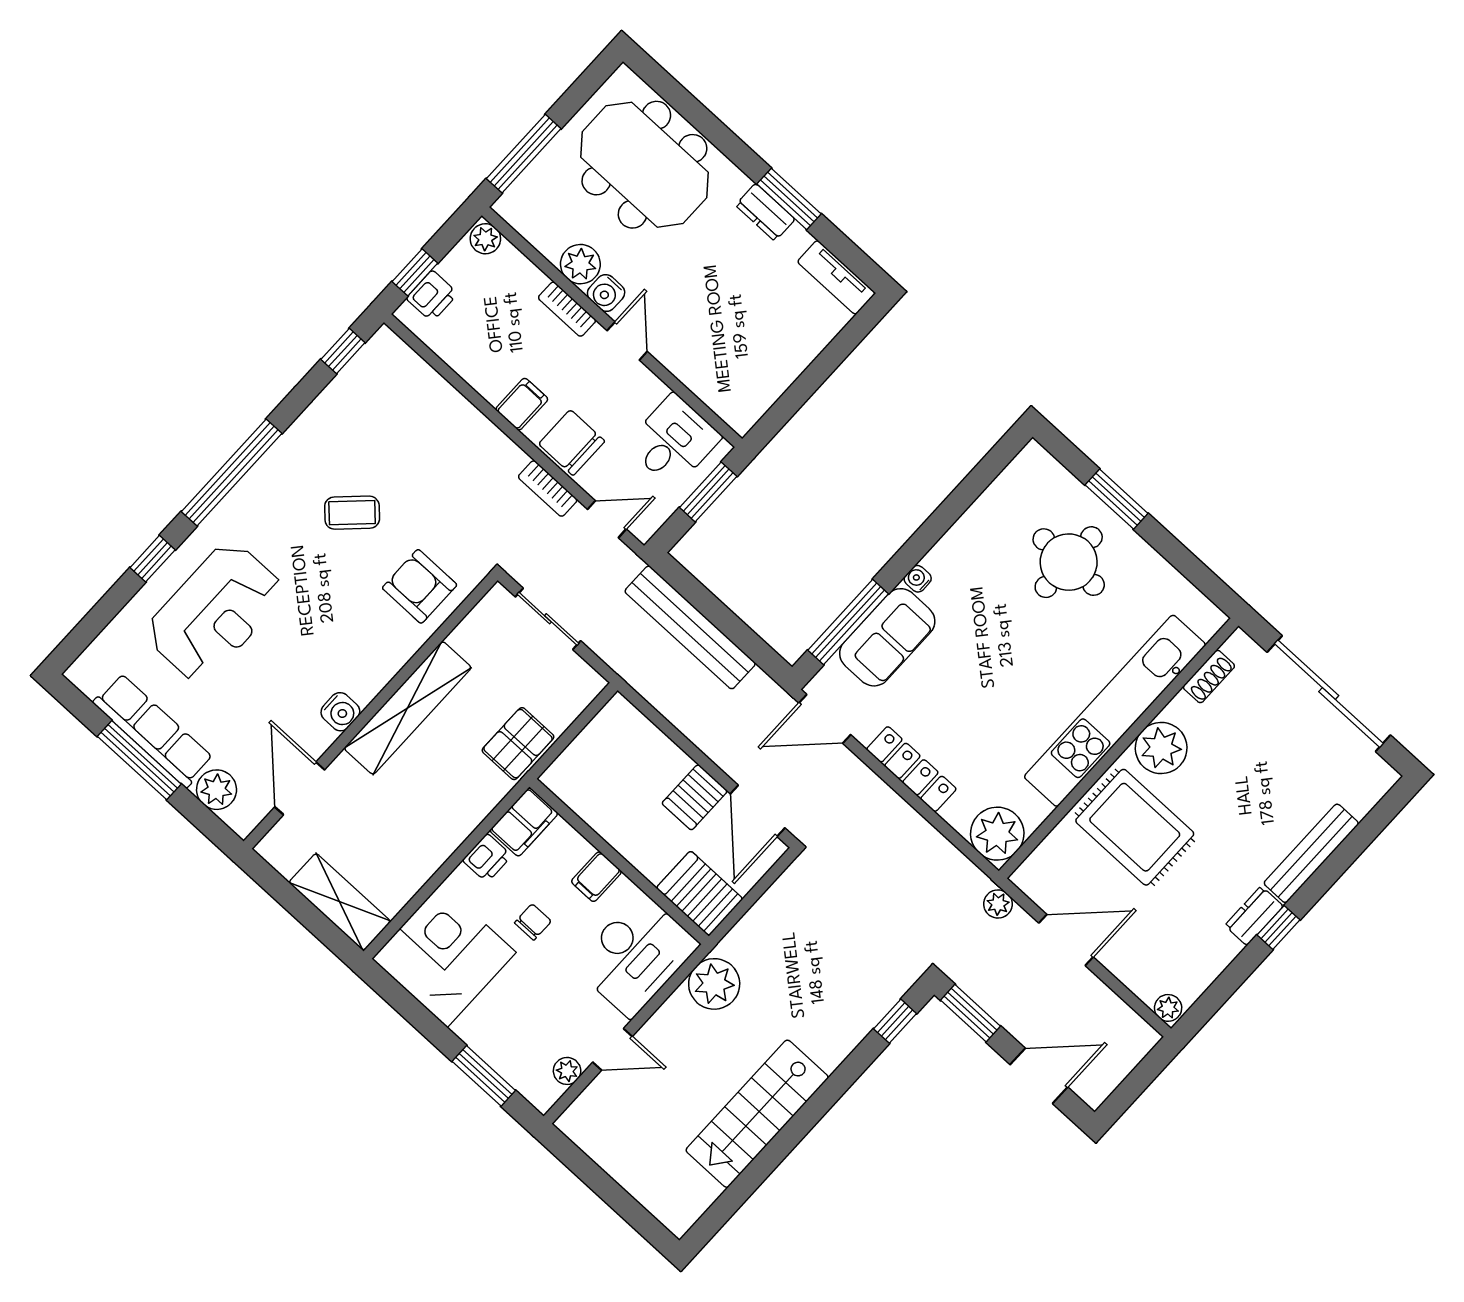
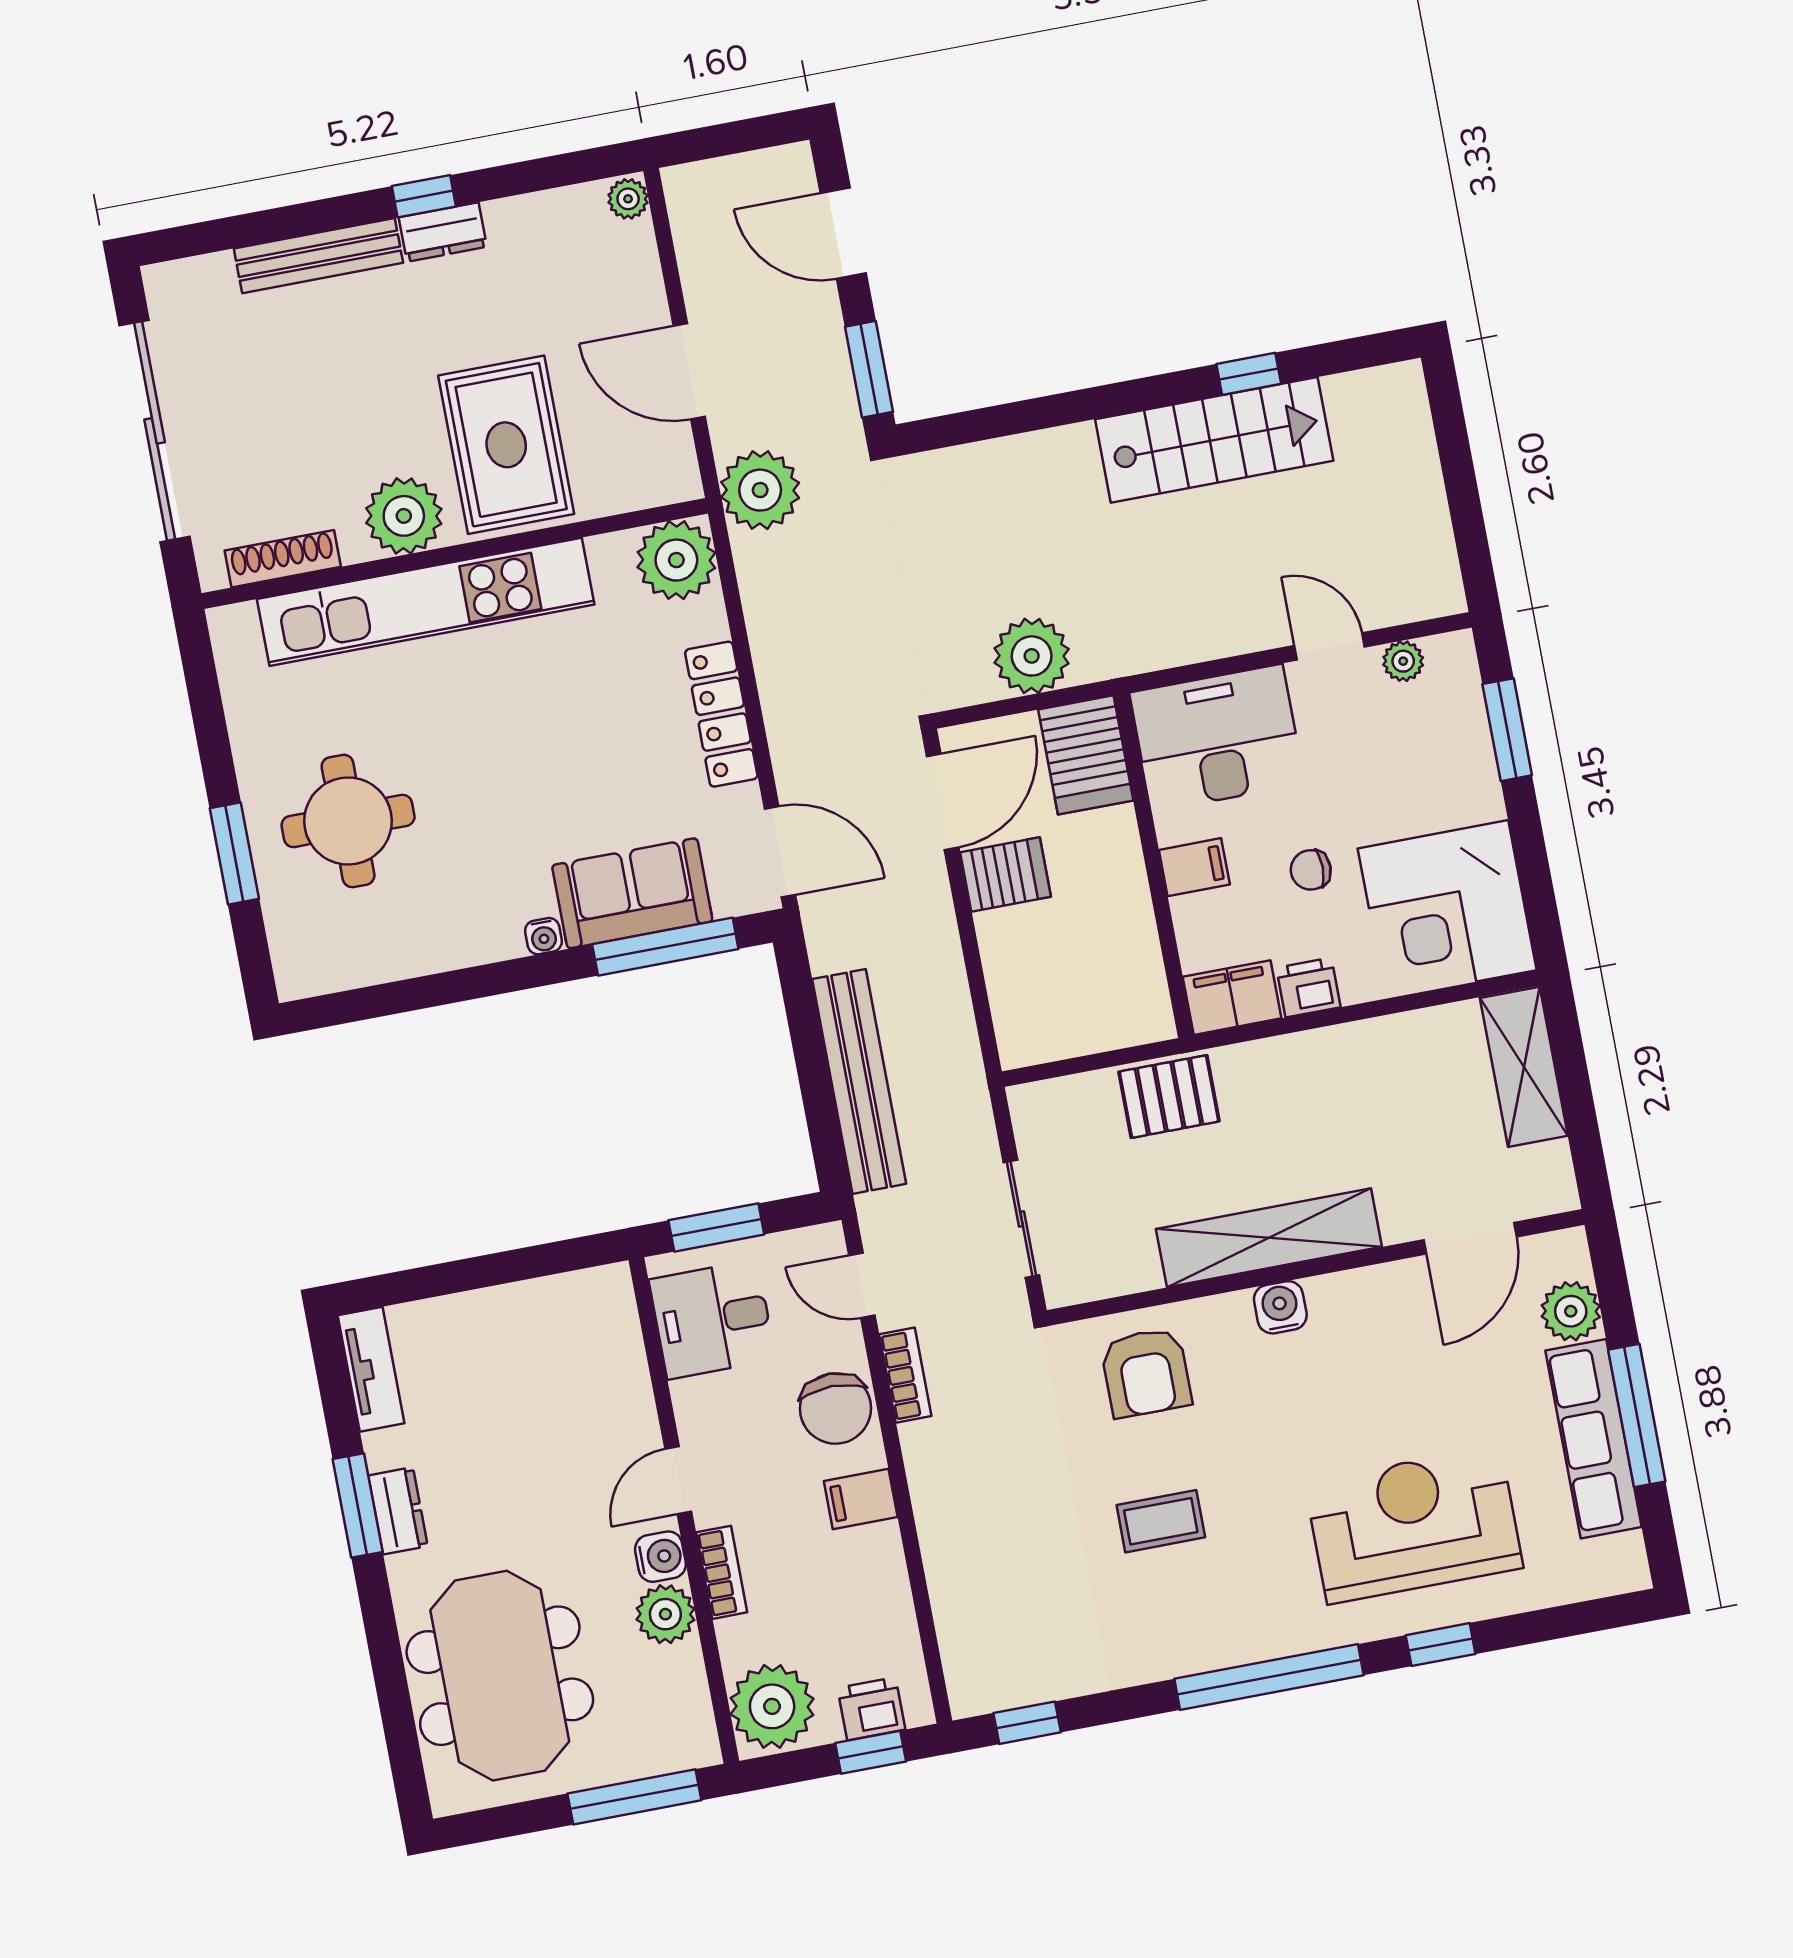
plant: (485, 239) -> (772, 1706), width x1.88, depth x1.88
coffee table: (352, 513) -> (1161, 1521), turned -46
shoe rack: (1209, 676) -> (283, 559), width x1.43
water cooler: (340, 712) -> (1280, 1307), moved
plant: (998, 904) -> (760, 490), width x1.88, depth x1.88
plant: (714, 984) -> (1032, 656), moved
window: (895, 1021) -> (1249, 374), moved

